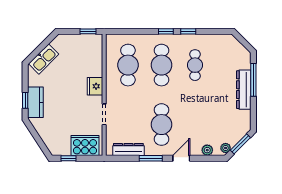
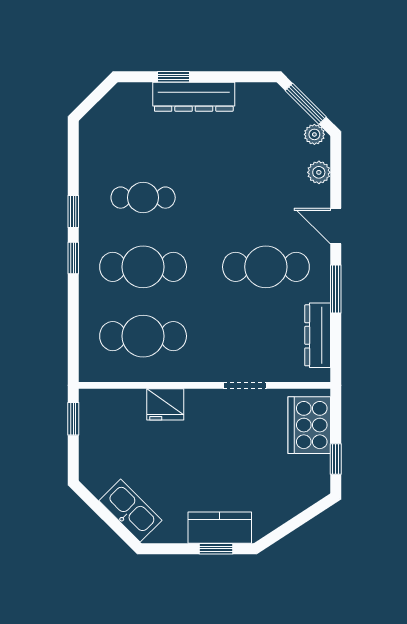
window: (253, 80) -> (174, 77), width x0.46
fridge: (95, 86) -> (165, 404), moved

